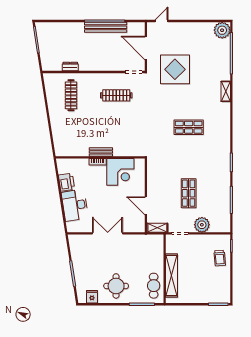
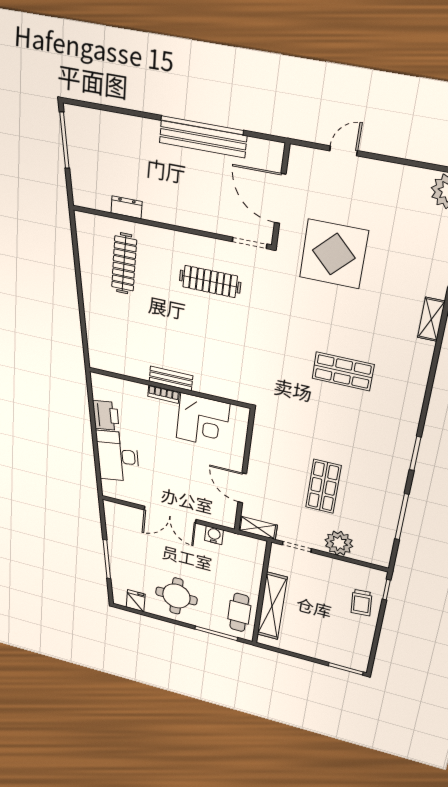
door: (162, 21) -> (344, 151), moved
double door: (108, 233) -> (170, 515), swing flipped
water cooler: (134, 239) -> (214, 535), added

